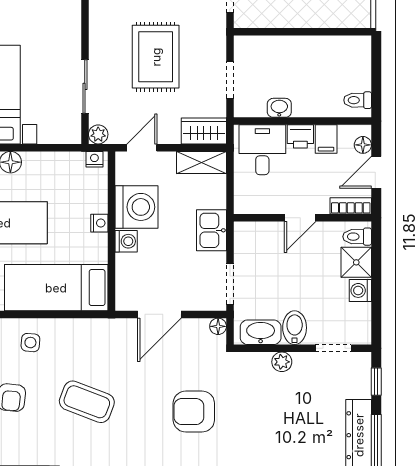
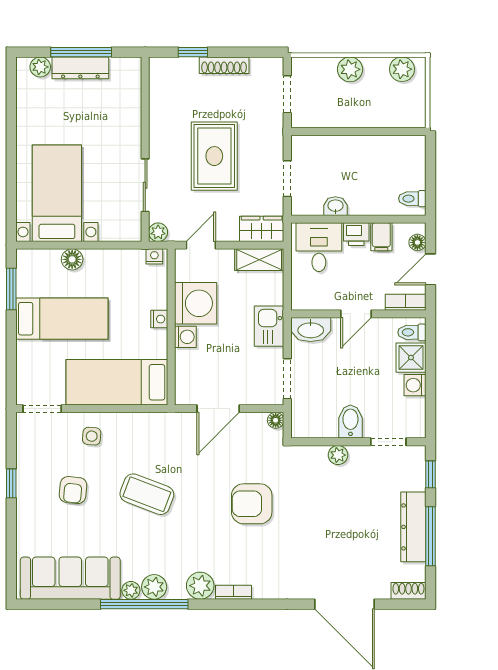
washbasin: (261, 332) -> (311, 330), moved, turned 180

